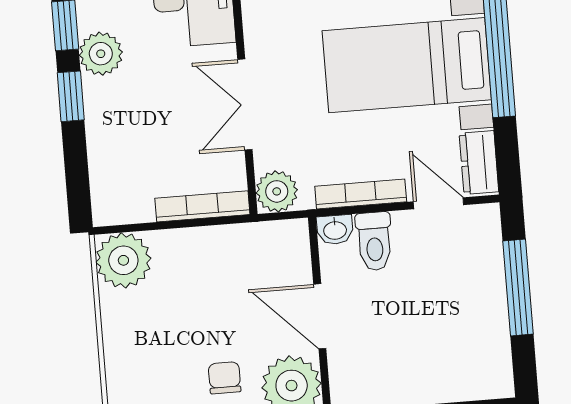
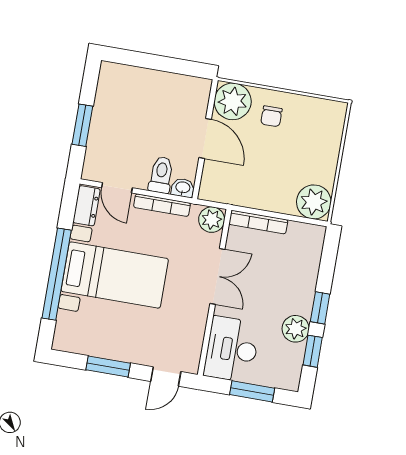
window: (518, 287) -> (82, 125), width x0.69

